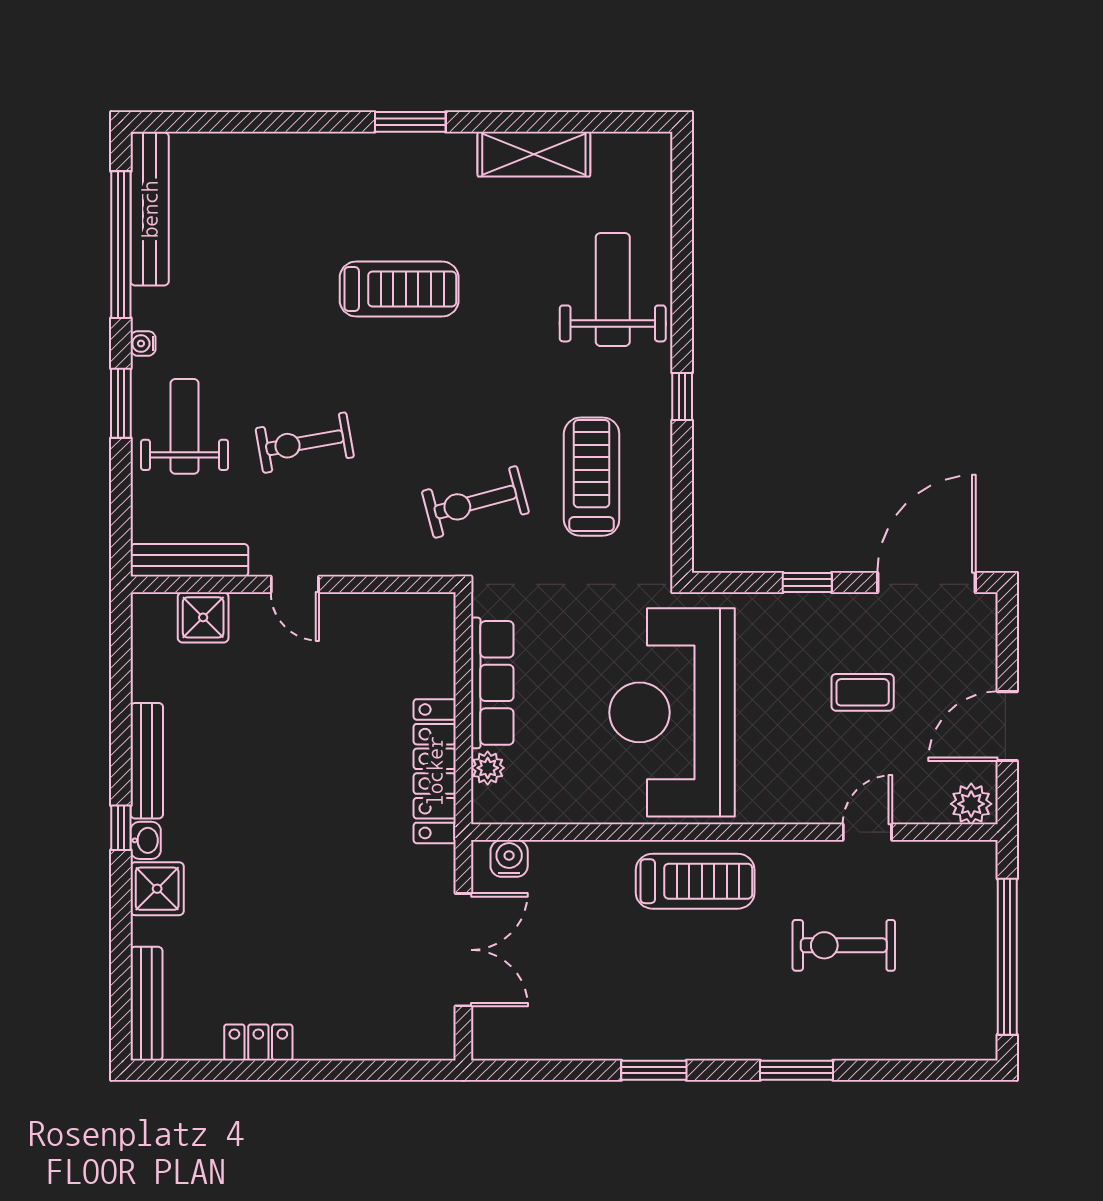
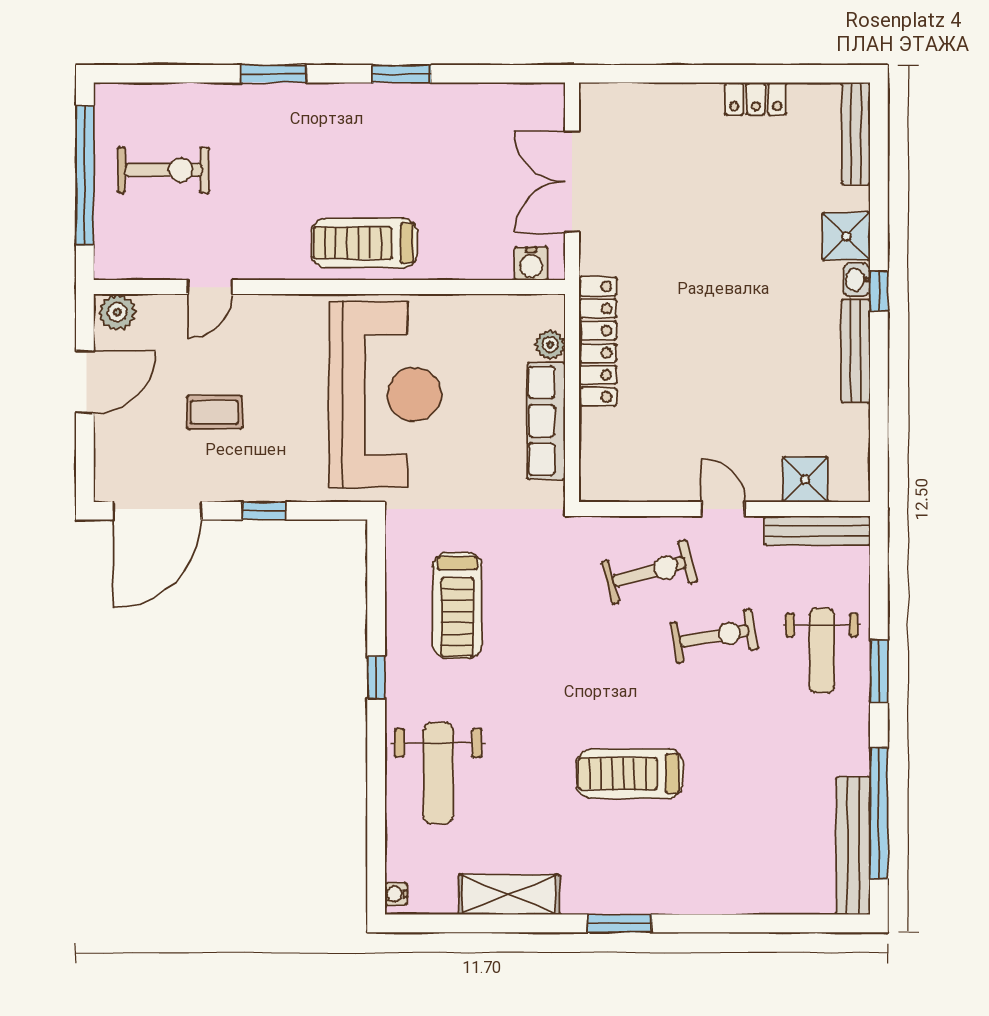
water cooler: (143, 343) -> (396, 894), moved, turned 180
exercise bike: (475, 502) -> (649, 572), moved
exercise bike: (844, 945) -> (163, 170), moved

